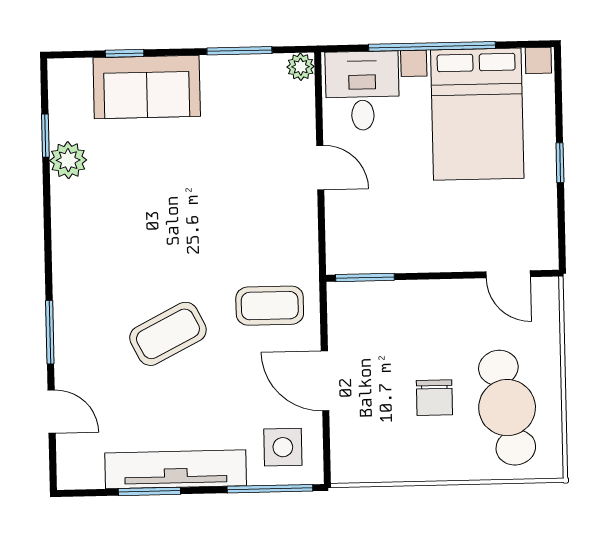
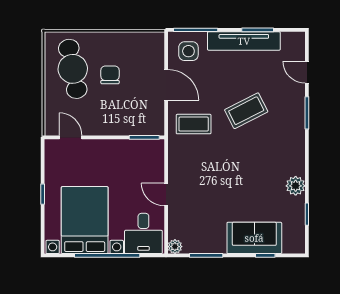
plant: (68, 160) -> (296, 186), moved

